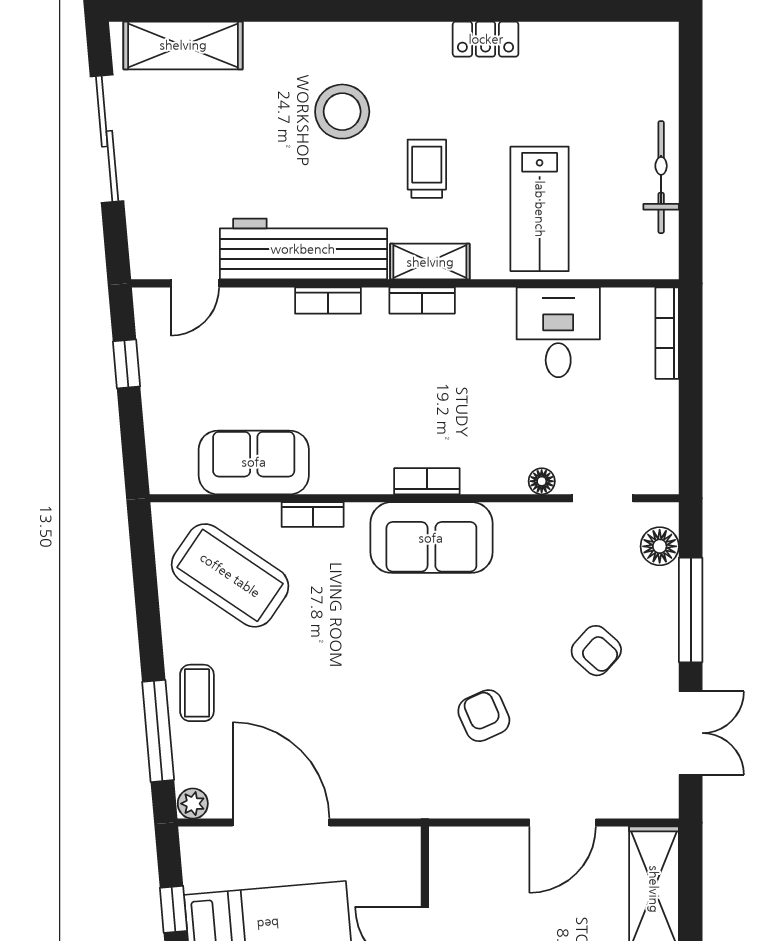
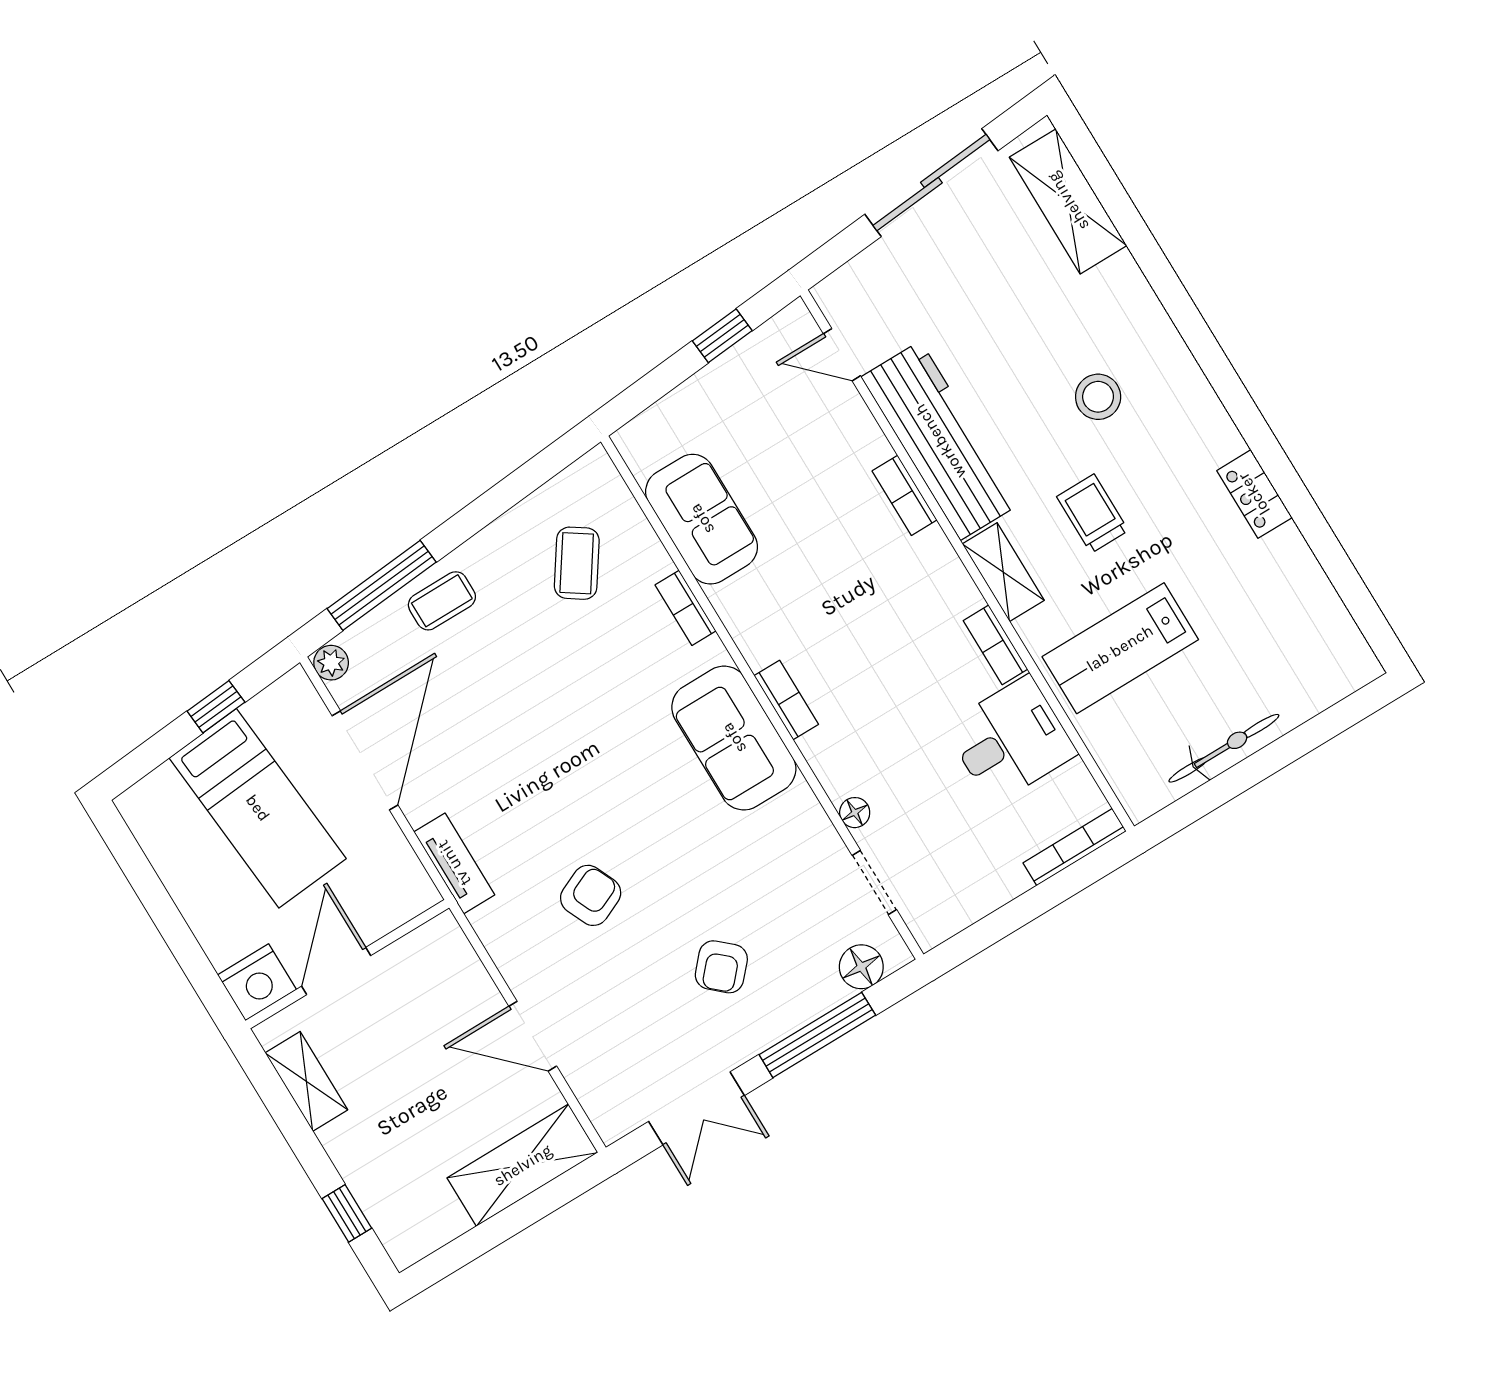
stool: (342, 112) -> (1098, 397), width x0.73, depth x0.73
trolley: (427, 169) -> (1093, 514), turned -90
bookcase: (422, 300) -> (995, 645), moved
coffee table: (230, 575) -> (577, 563), width x0.54, depth x0.58
tv unit: (398, 803) -> (454, 863), added

